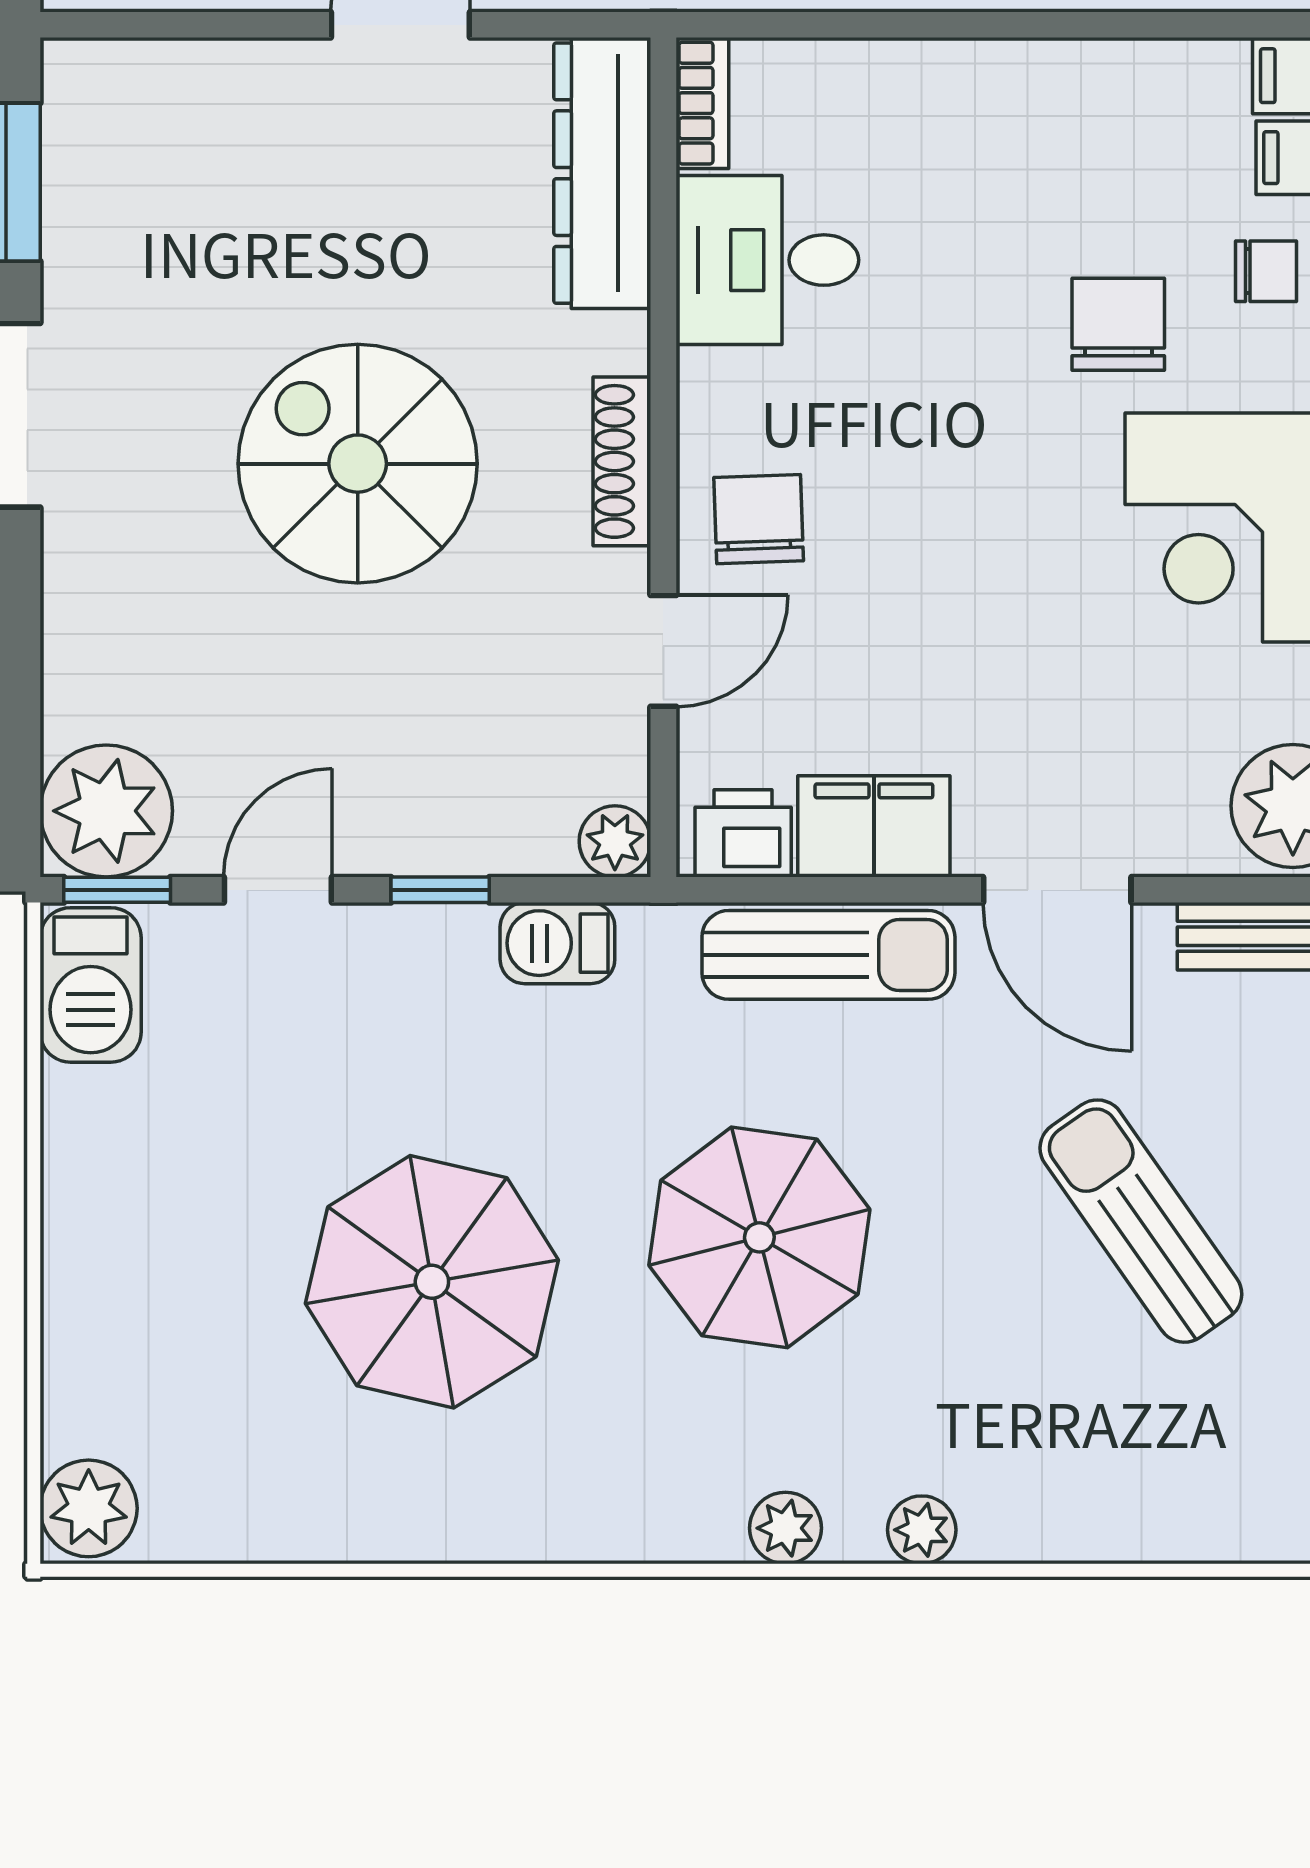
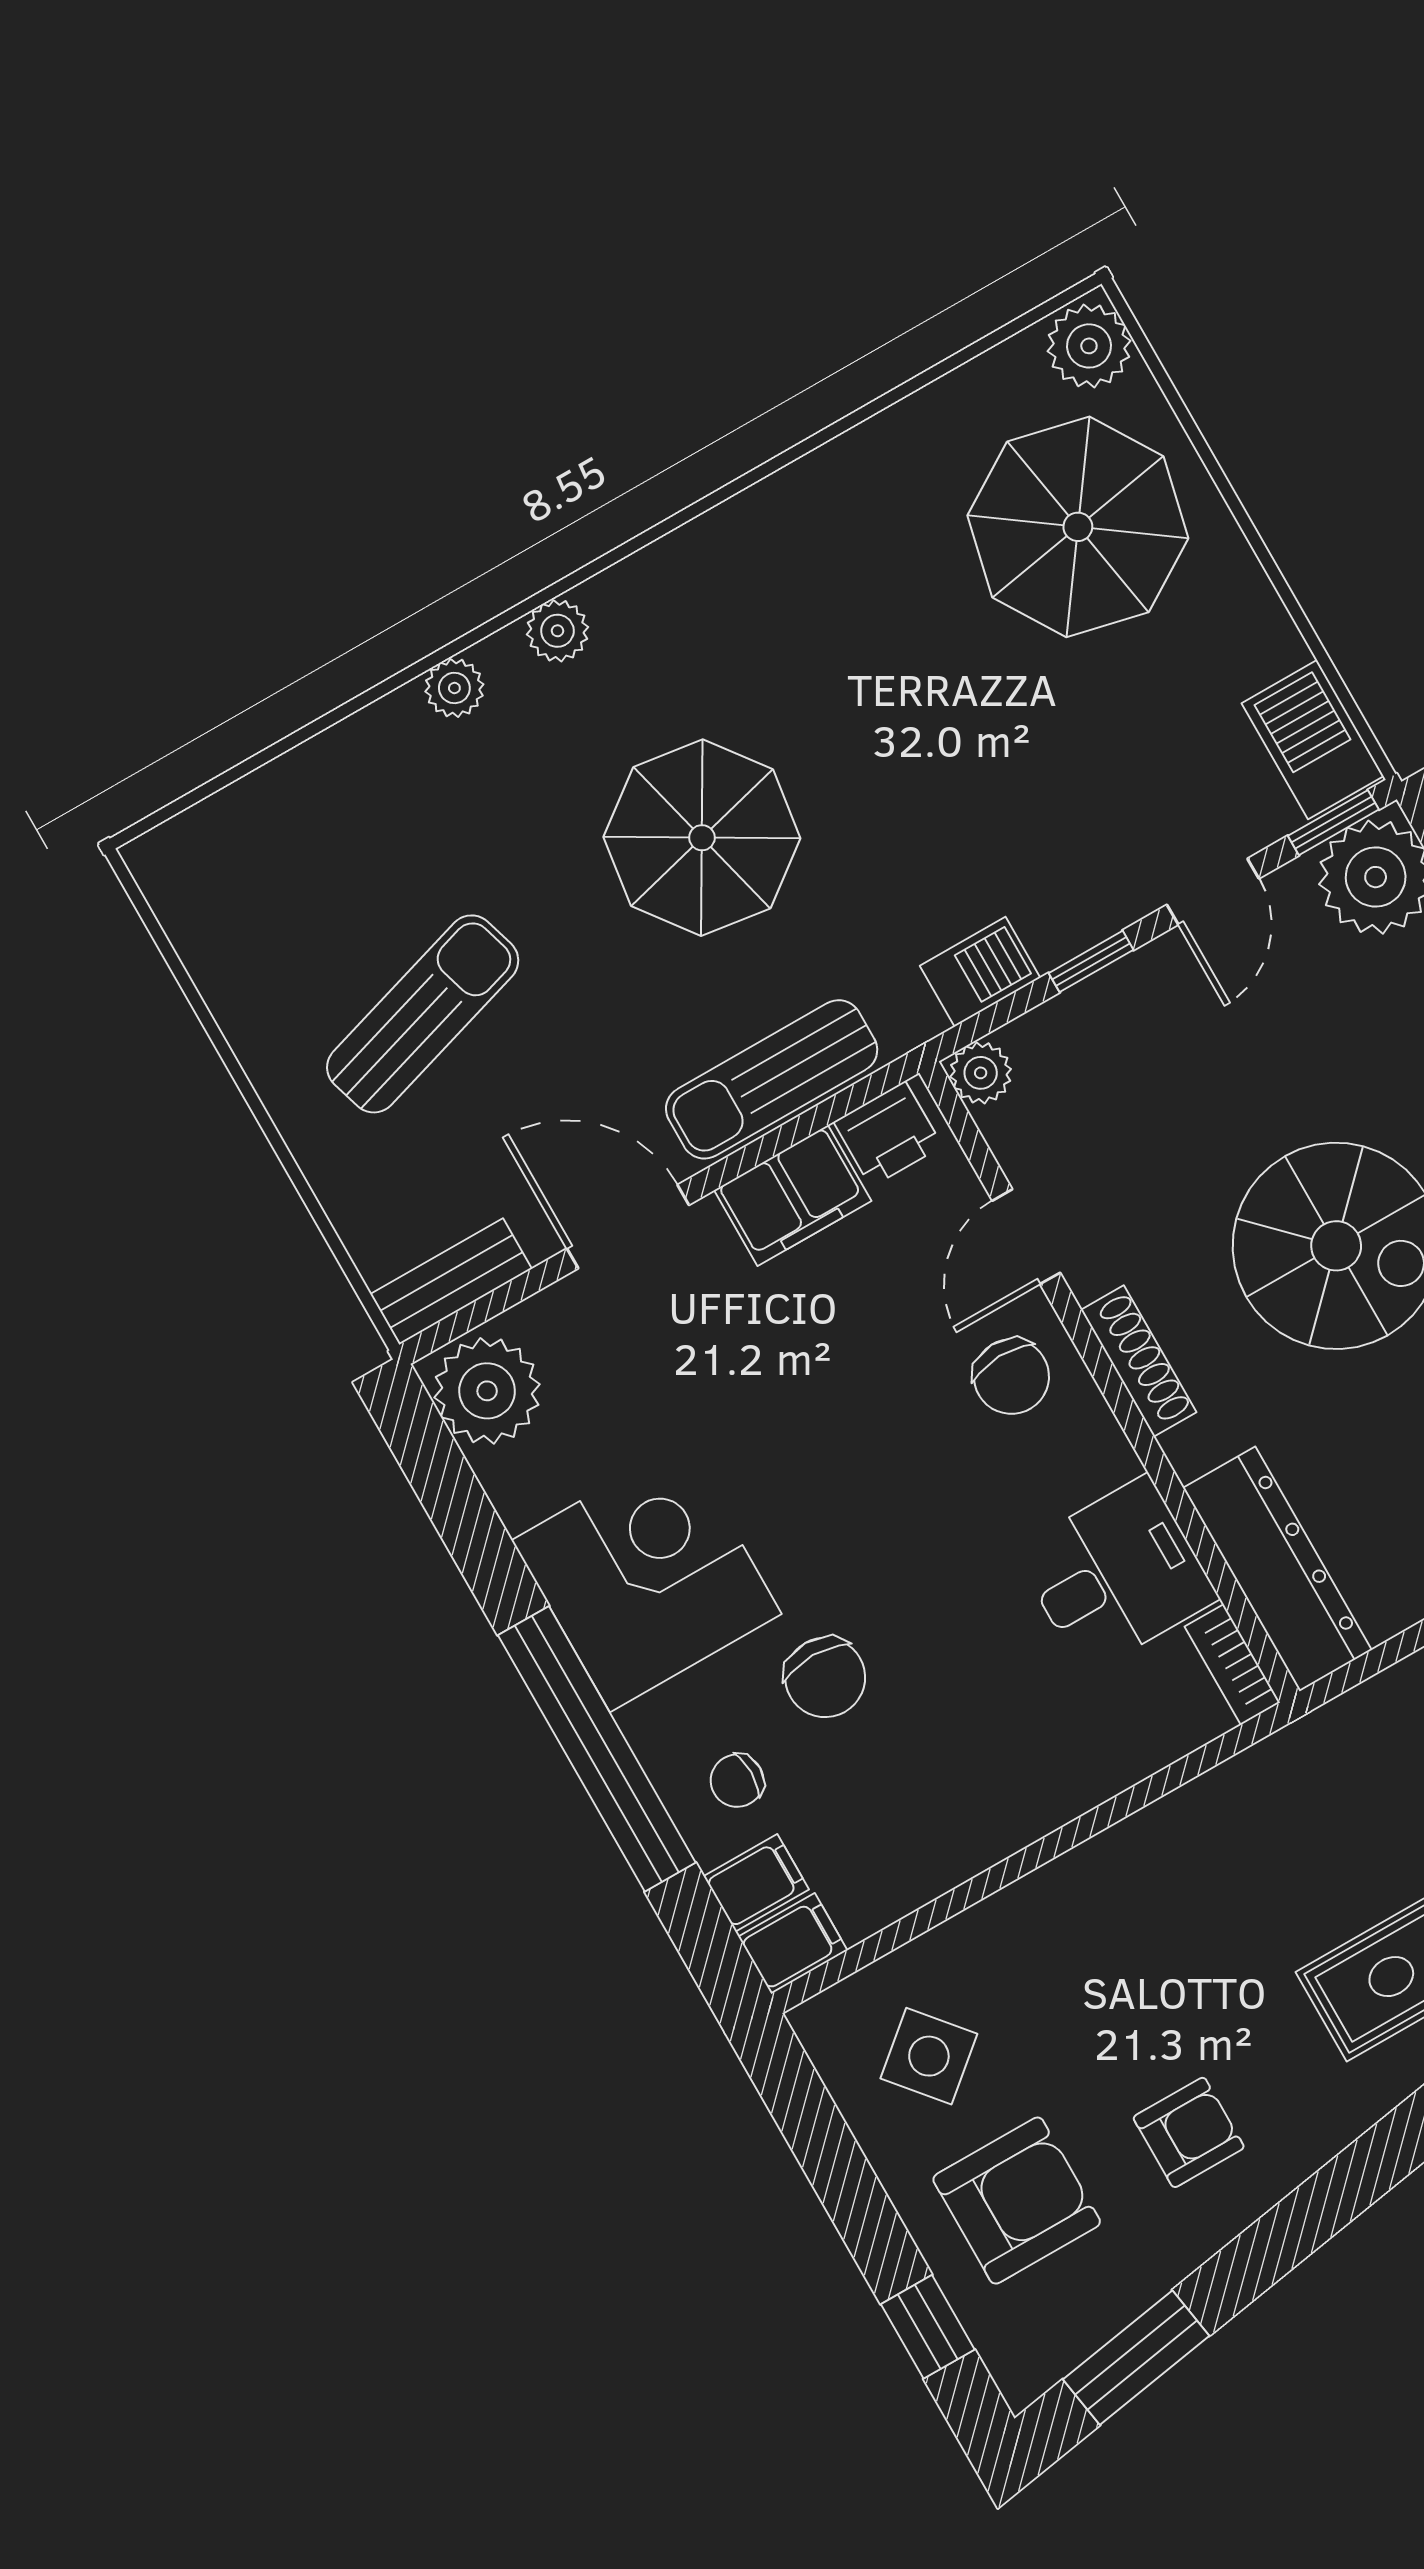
sun lounger: (1141, 1221) -> (423, 1014), turned -72
parasol: (432, 1282) -> (1078, 527), moved

